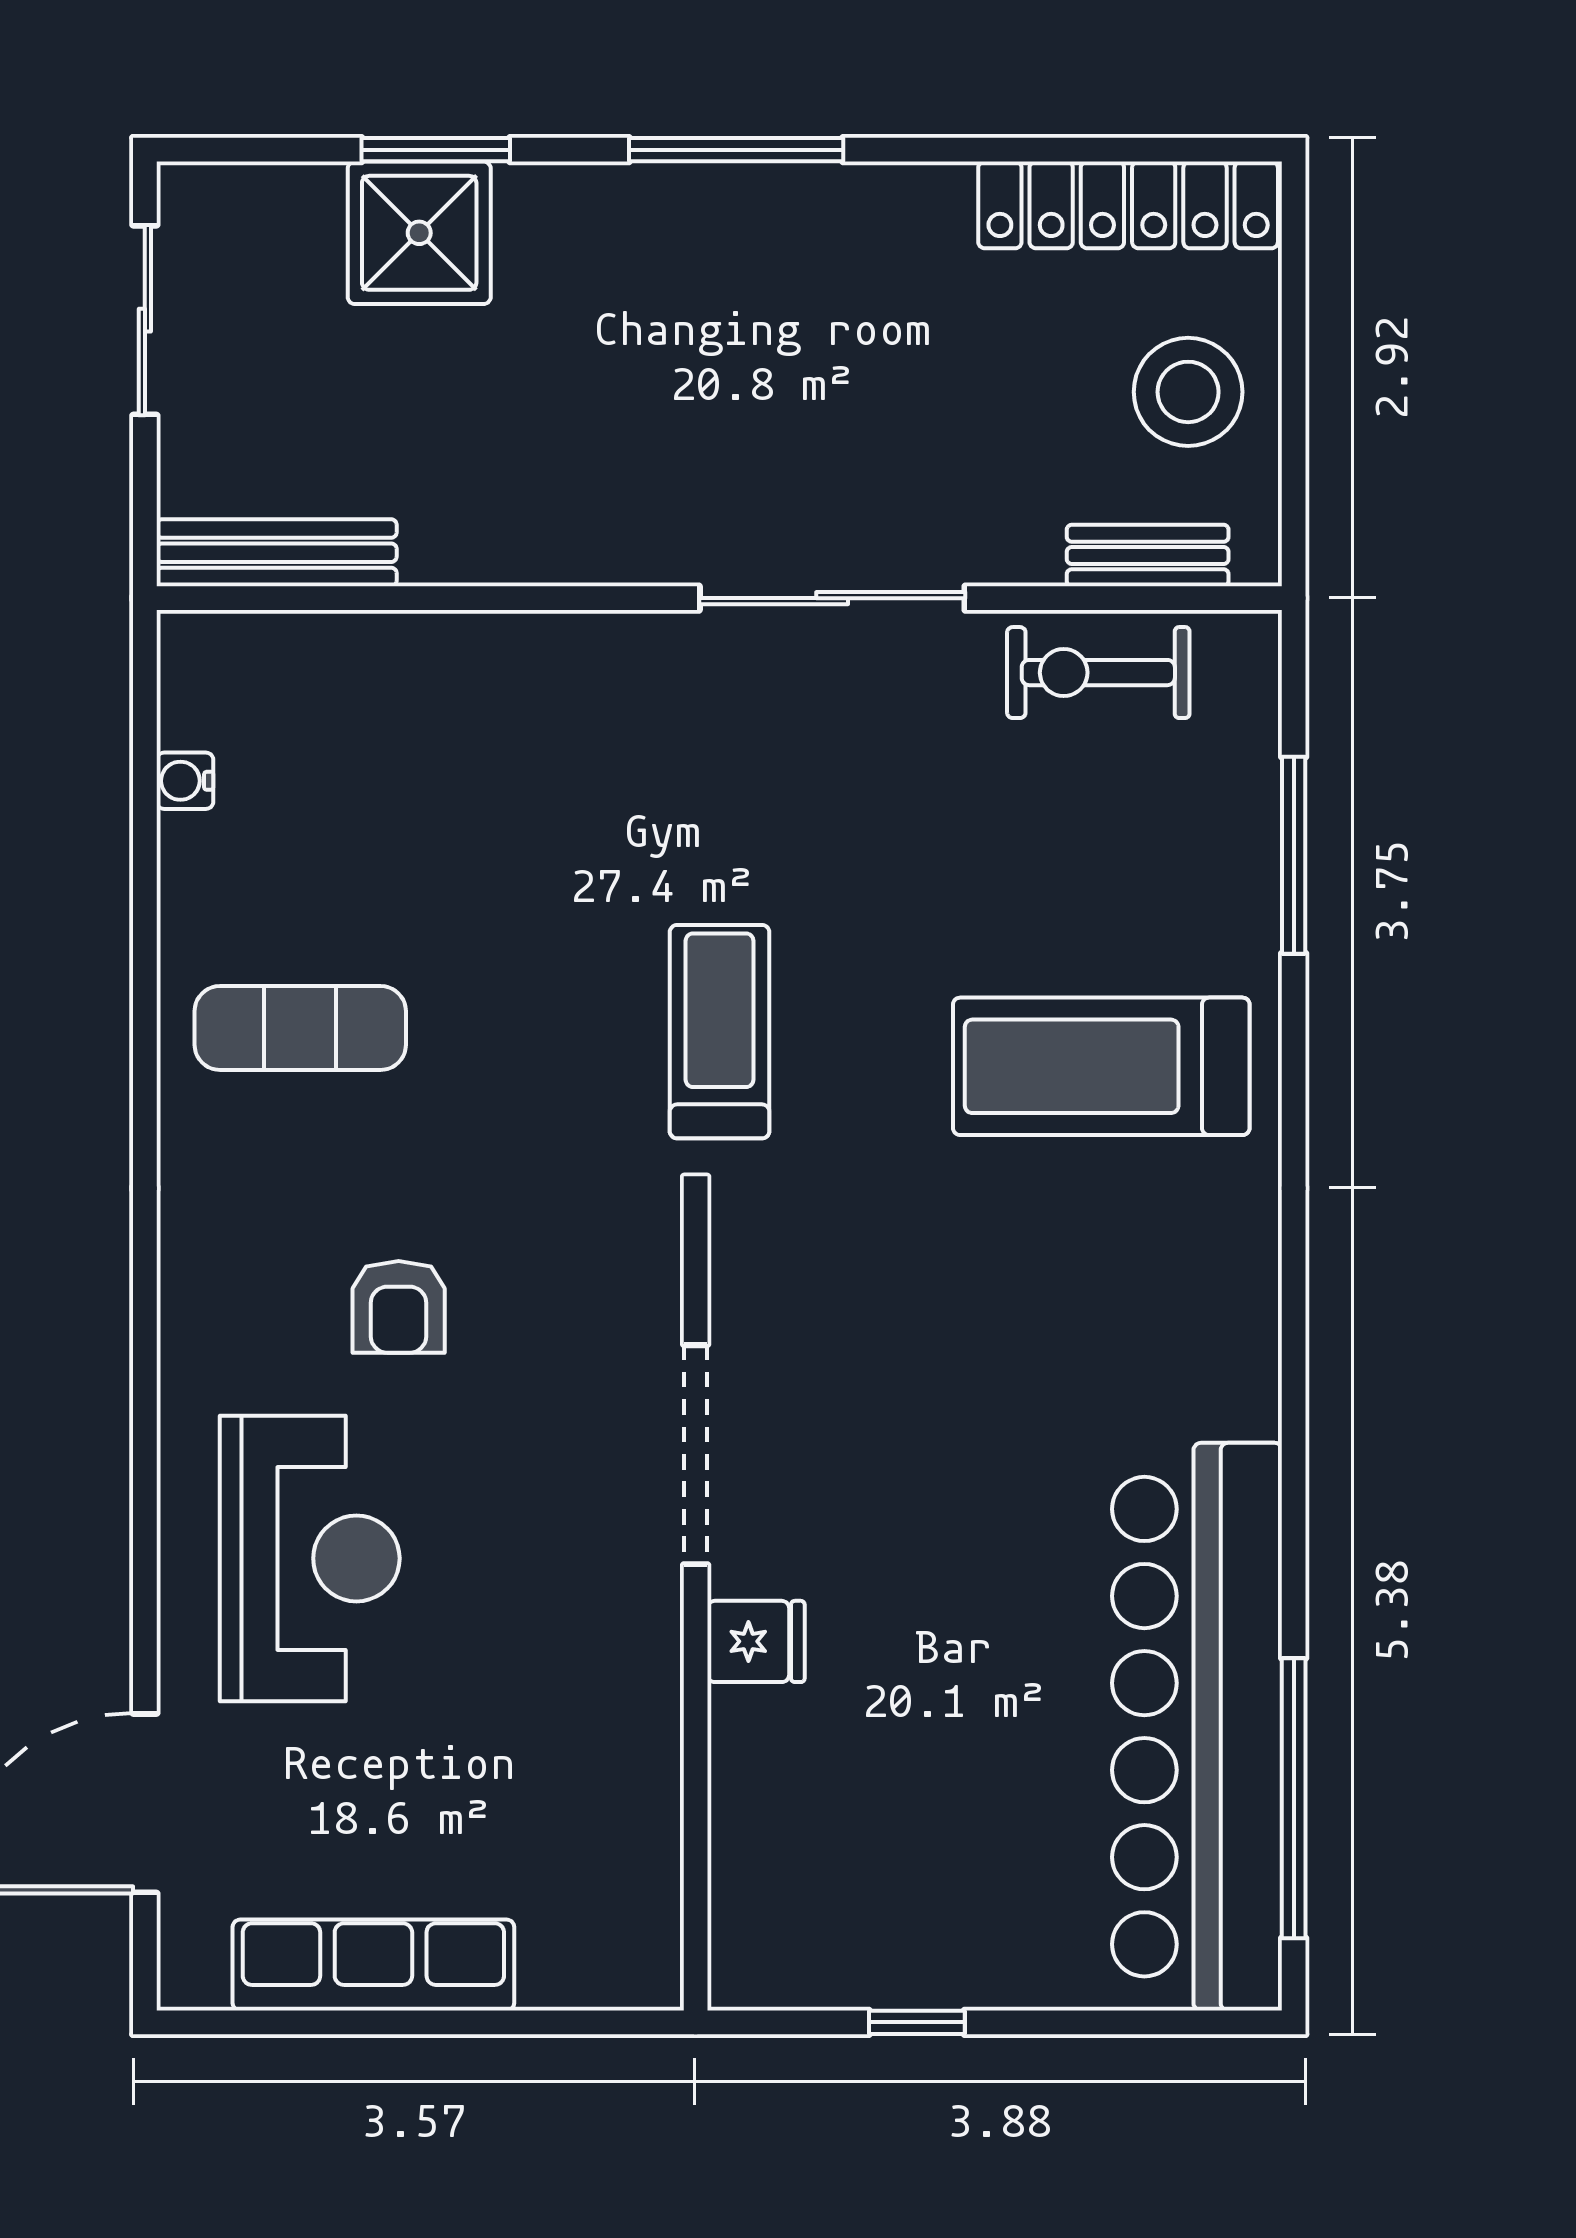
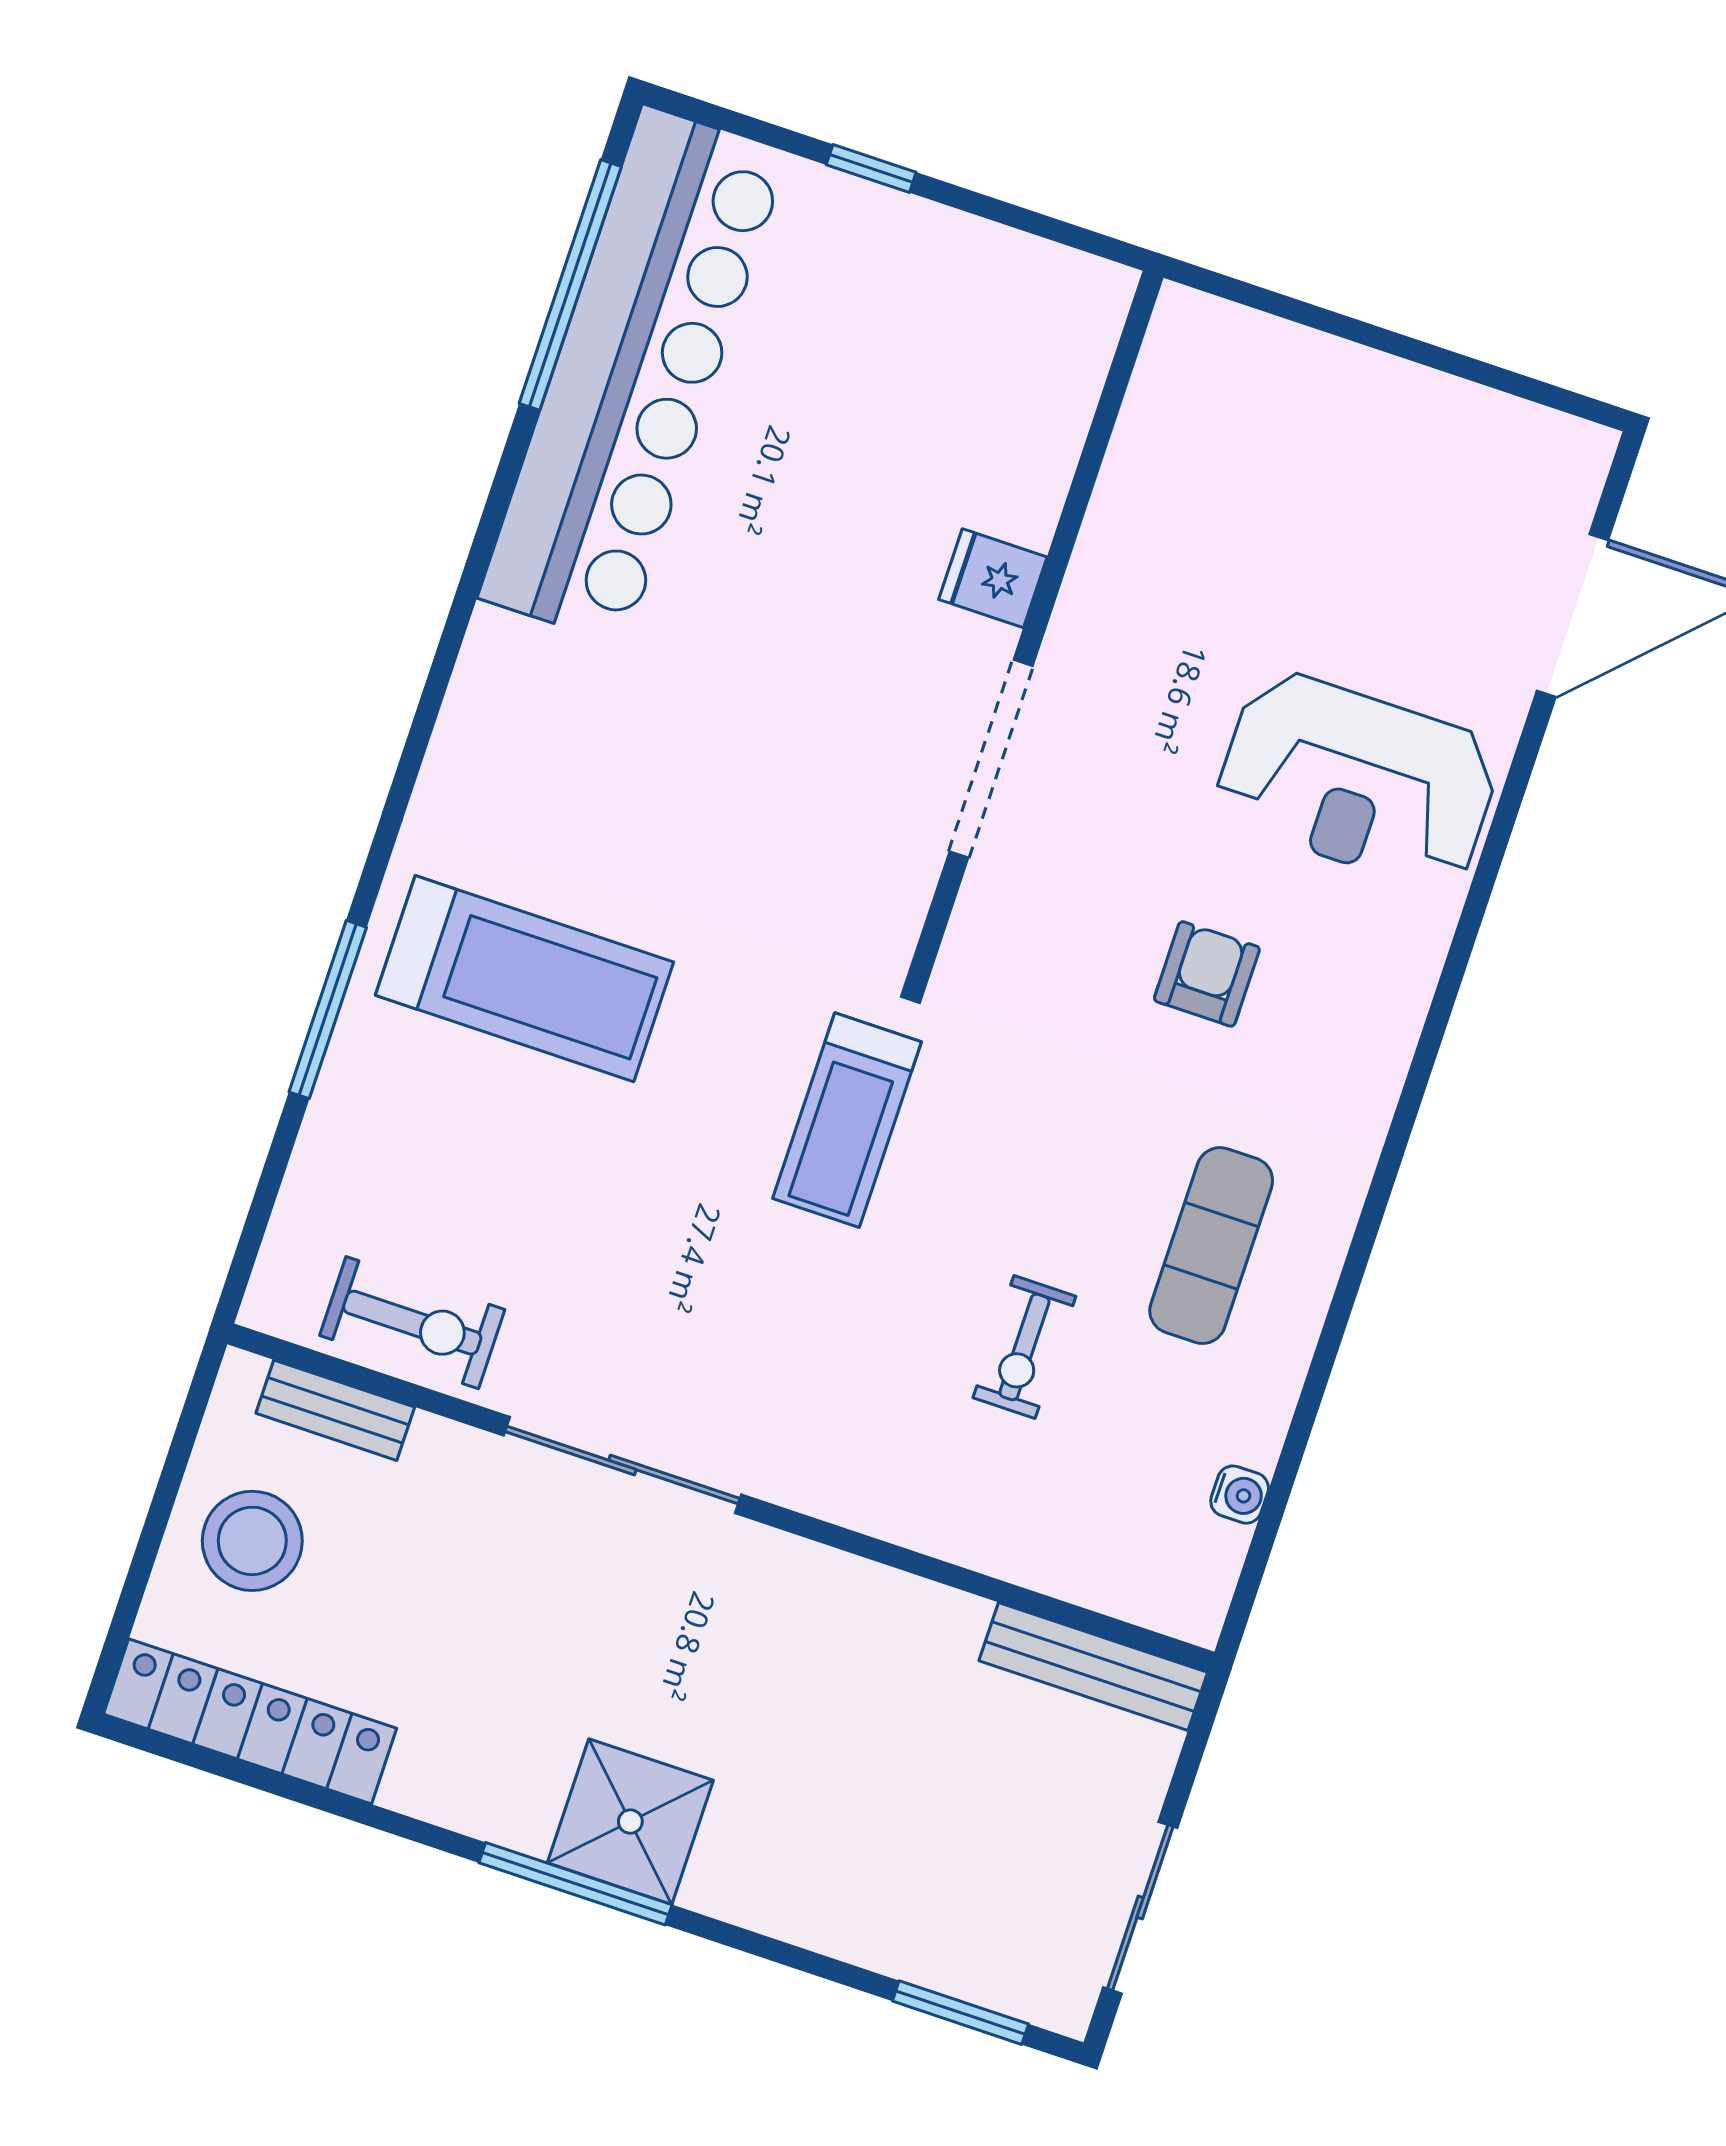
window: (436, 150) -> (960, 2013), moved
shower: (419, 233) -> (630, 1822), moved
window: (1294, 855) -> (328, 1010), moved
exercise bike: (458, 859) -> (1024, 1347), added
exercise mat: (300, 1028) -> (1211, 1246), turned 90
reception desk: (310, 1558) -> (1358, 781), turned -90
row of seats: (373, 1965) -> (1421, 408), removed
window: (917, 2022) -> (871, 168), moved

